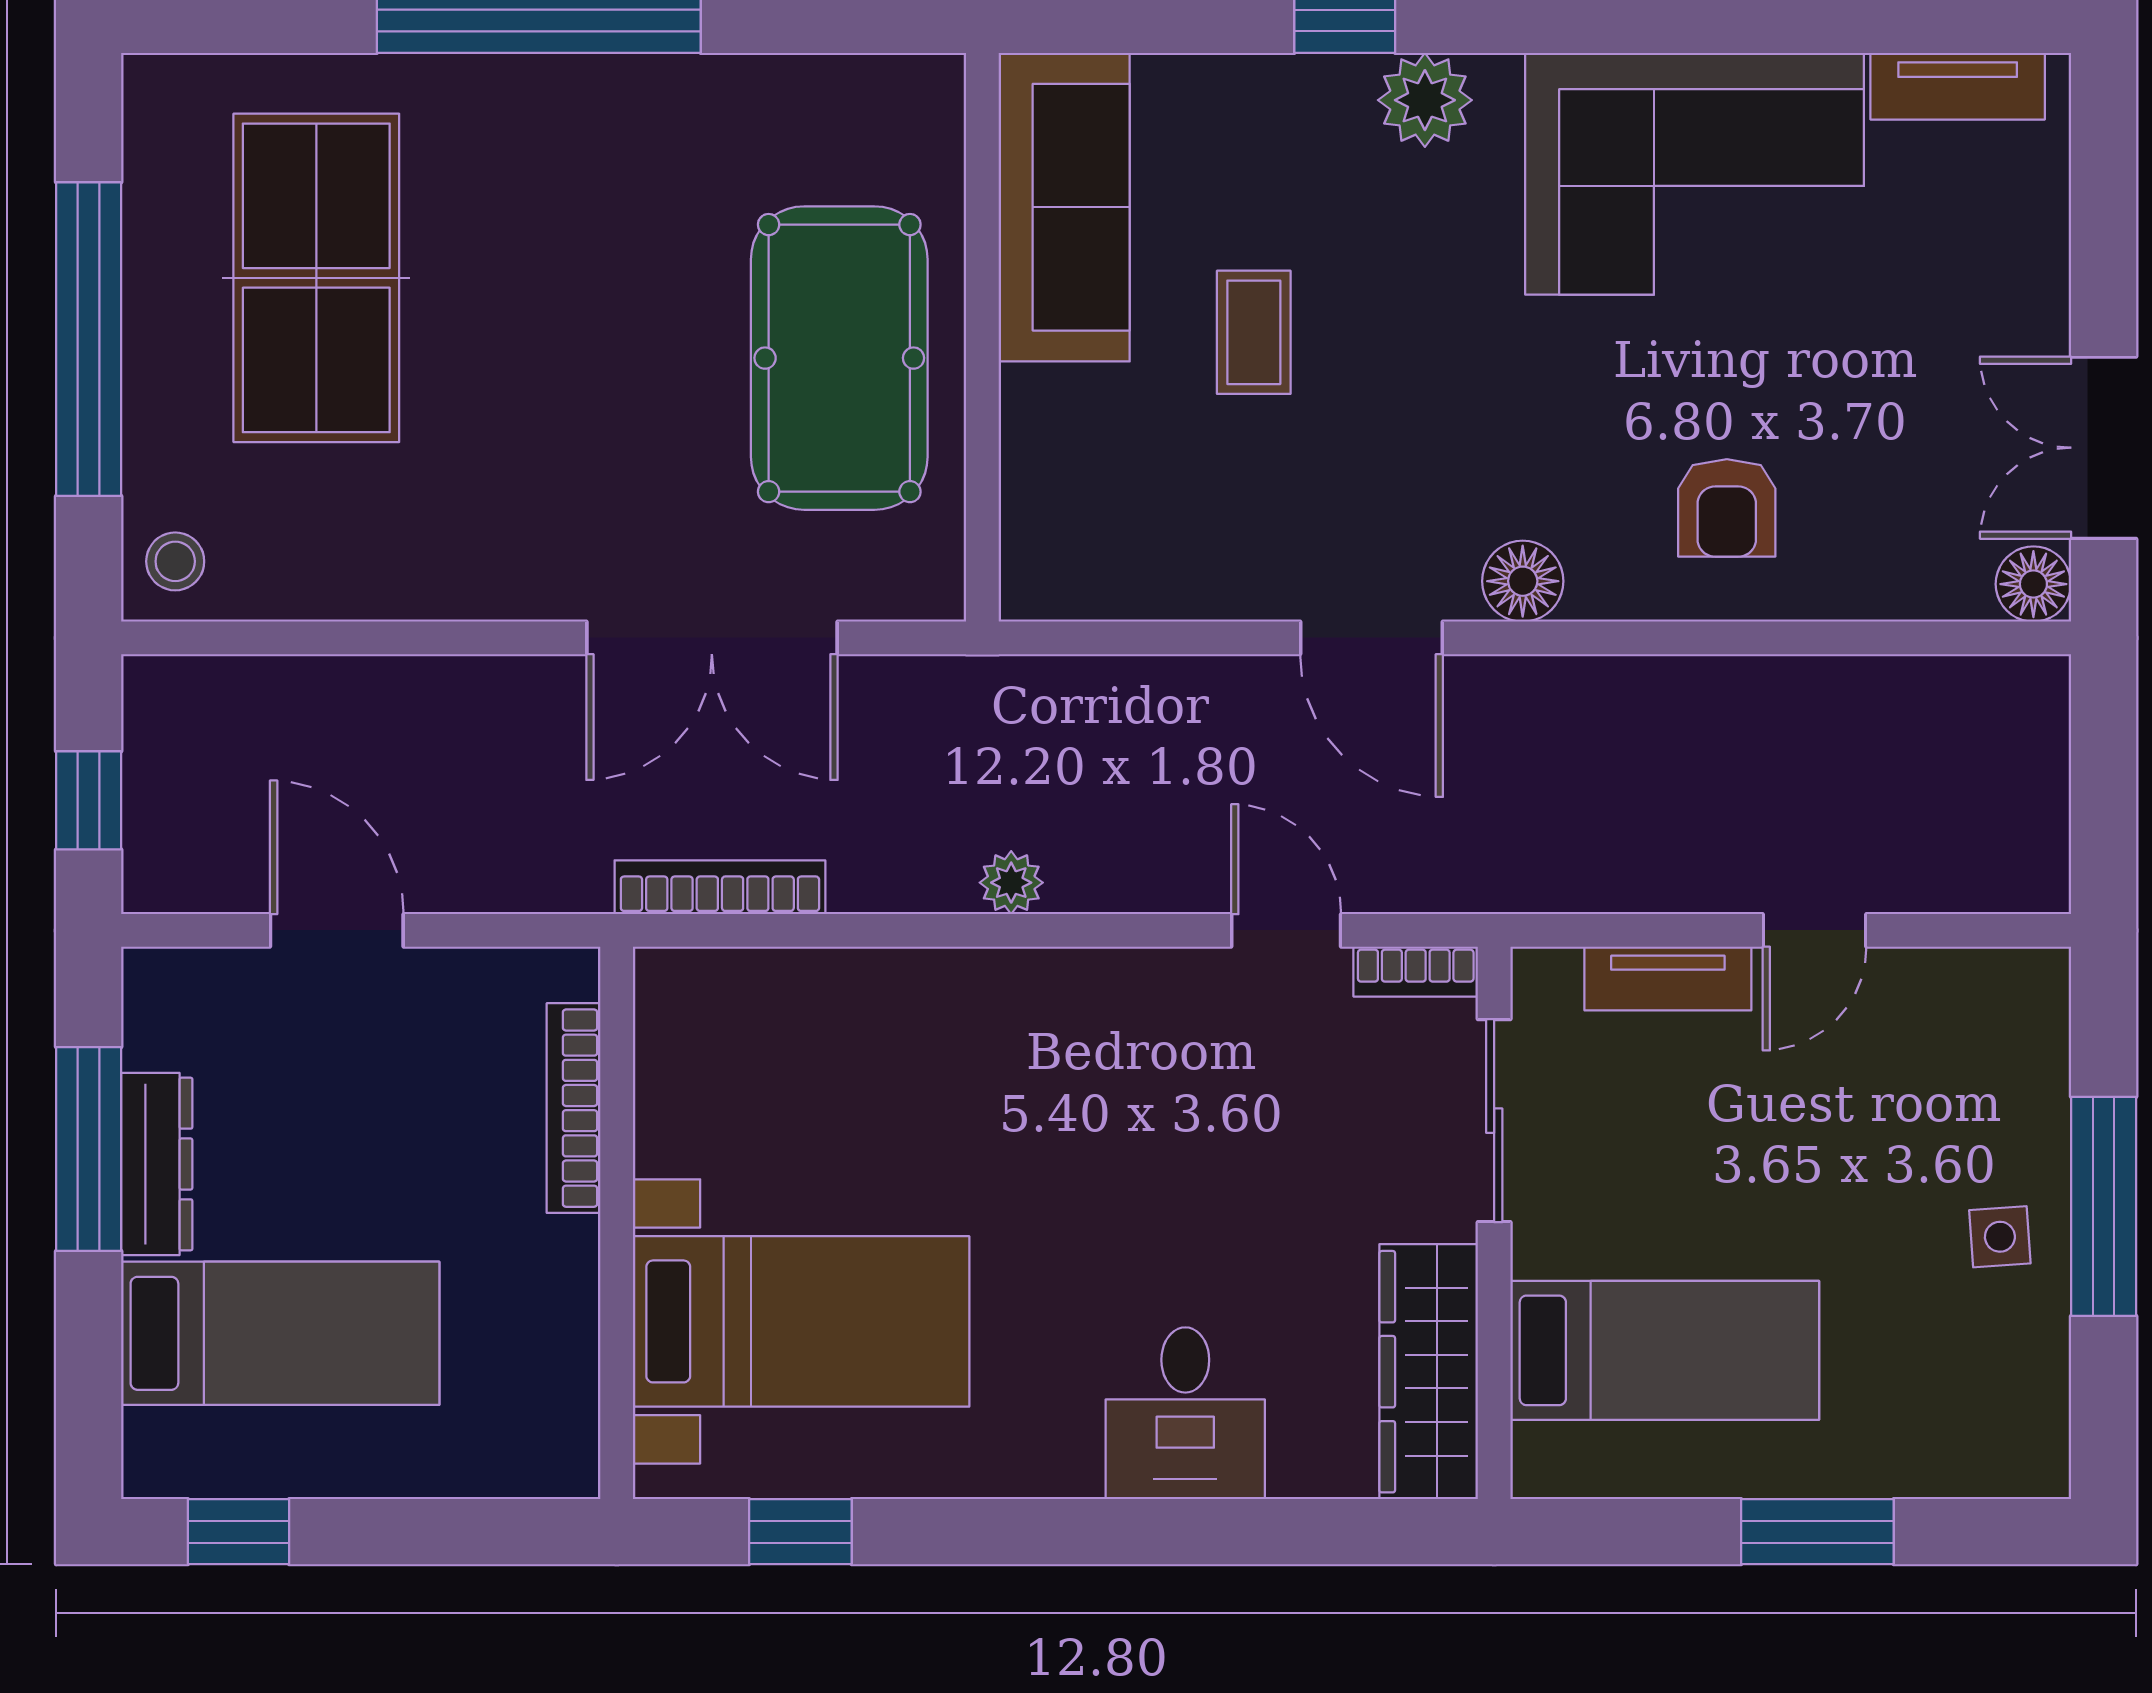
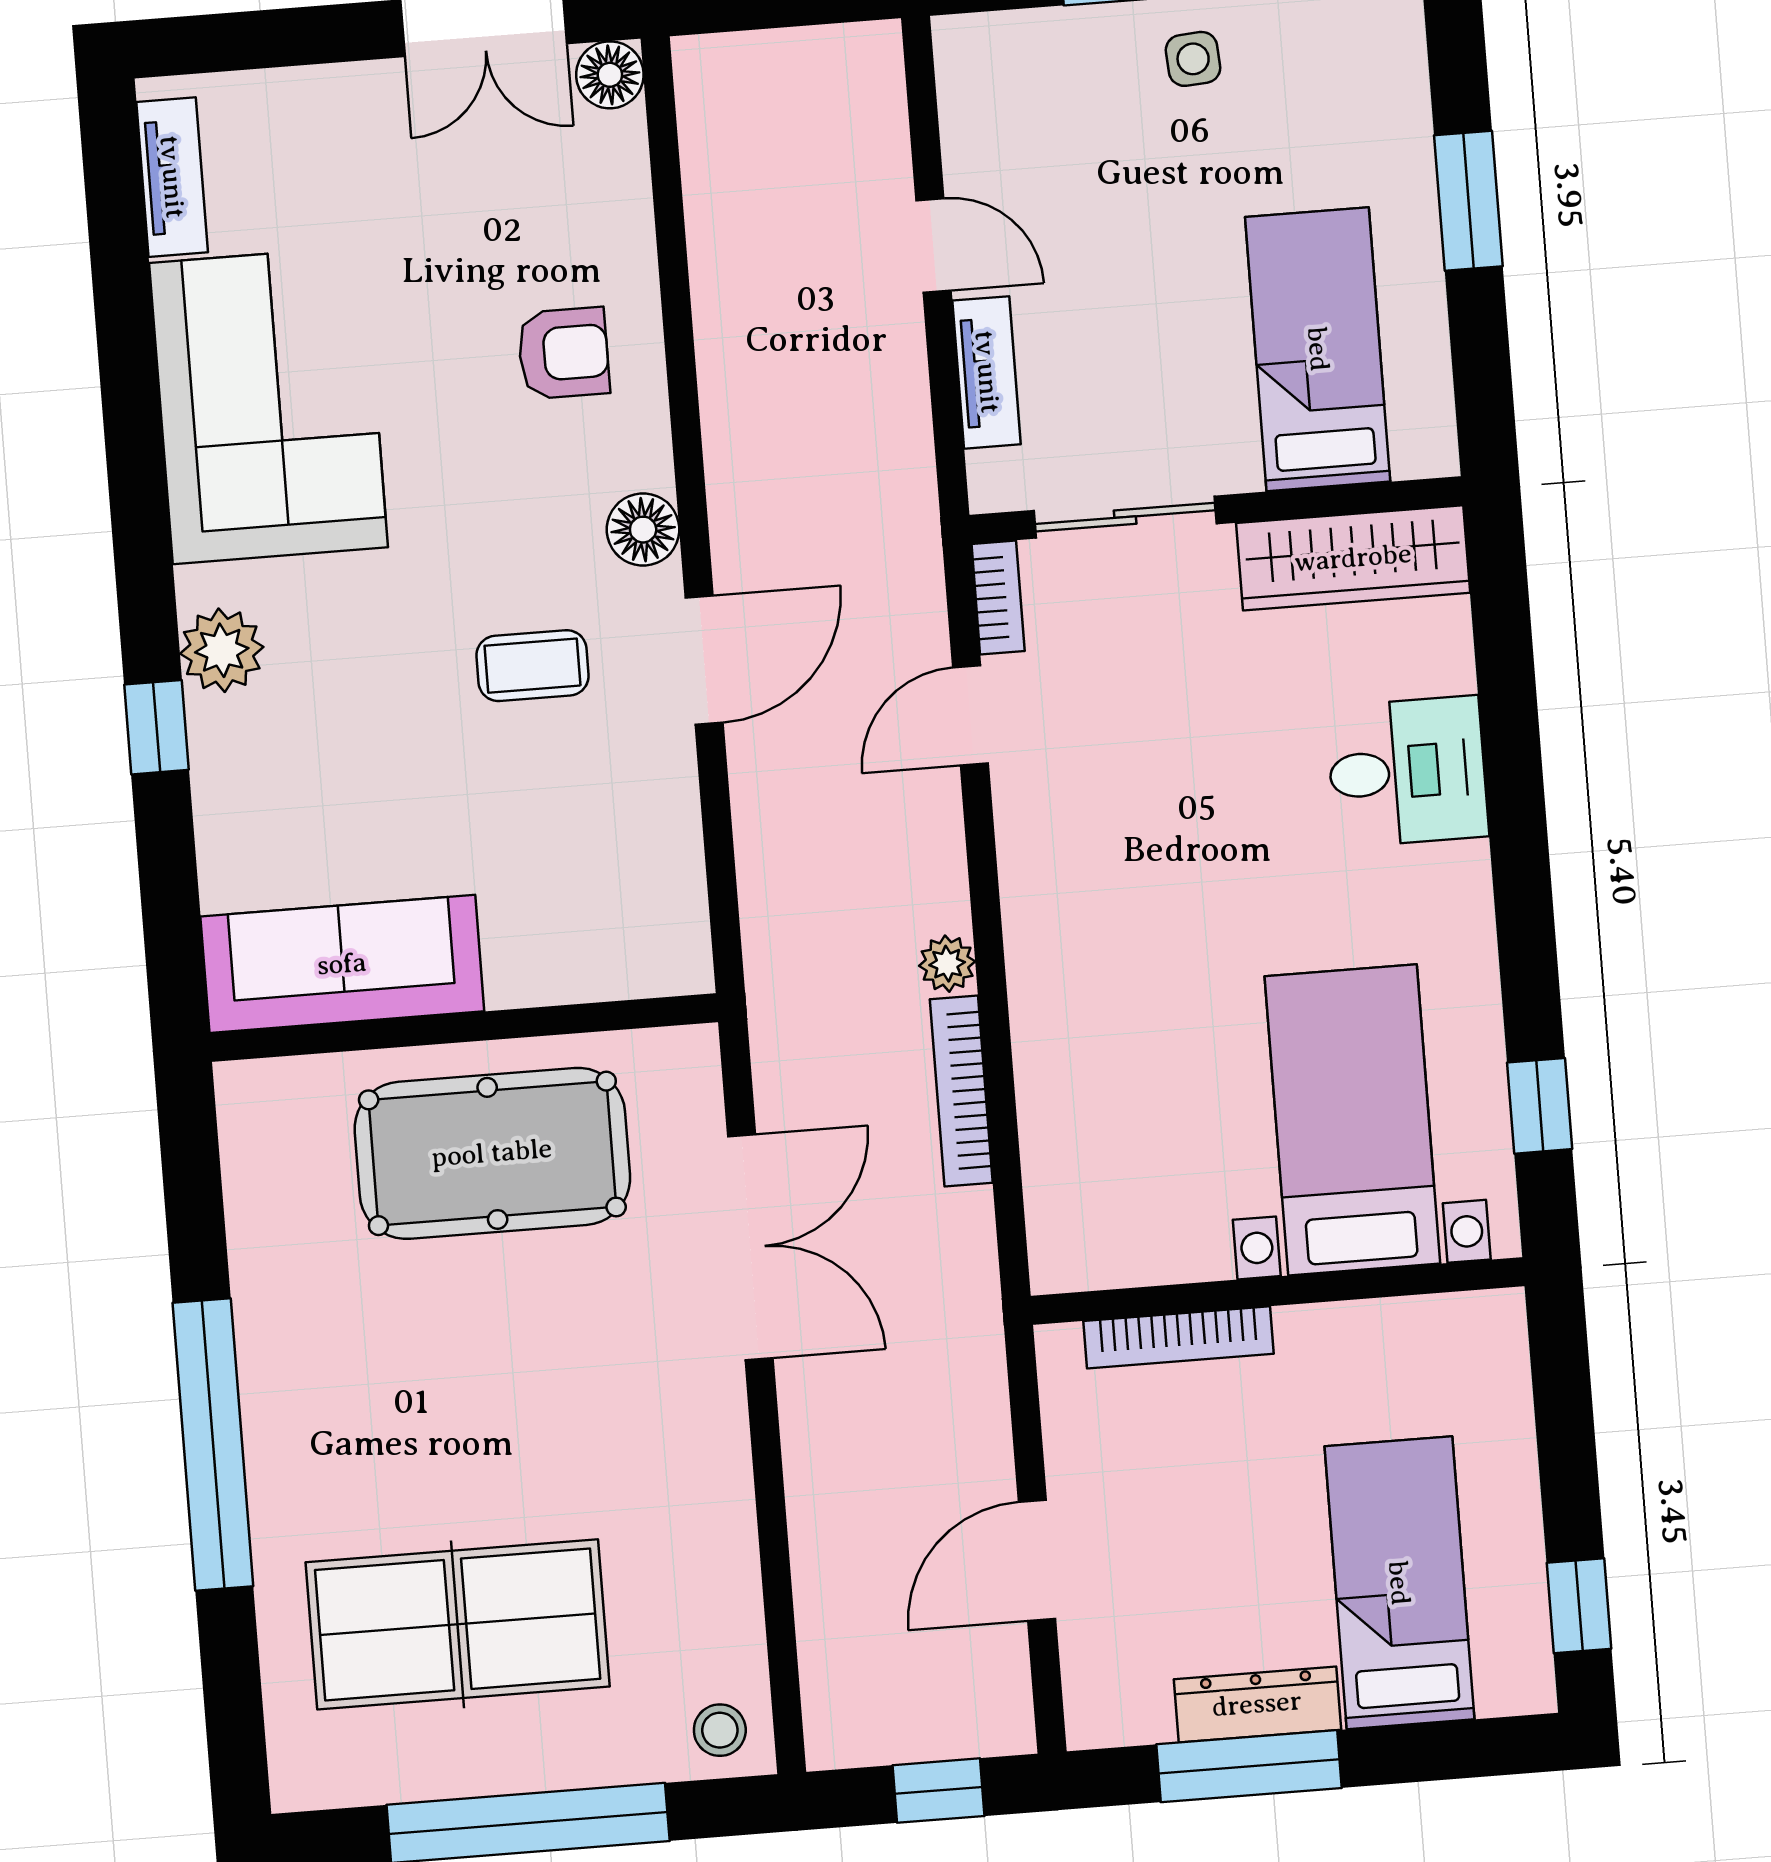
coffee table: (1254, 332) -> (533, 666), moved
bookcase: (720, 887) -> (961, 1091), moved

